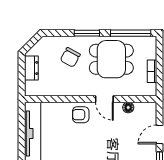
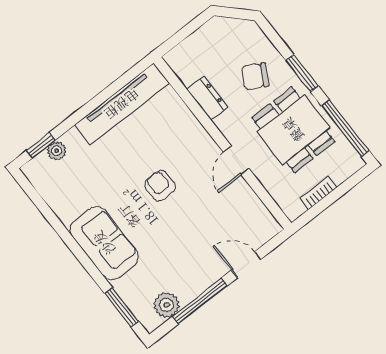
dresser: (31, 68) -> (207, 98), moved, turned -90
floor lamp: (128, 107) -> (249, 199), removed
armchair: (81, 115) -> (160, 186), moved

